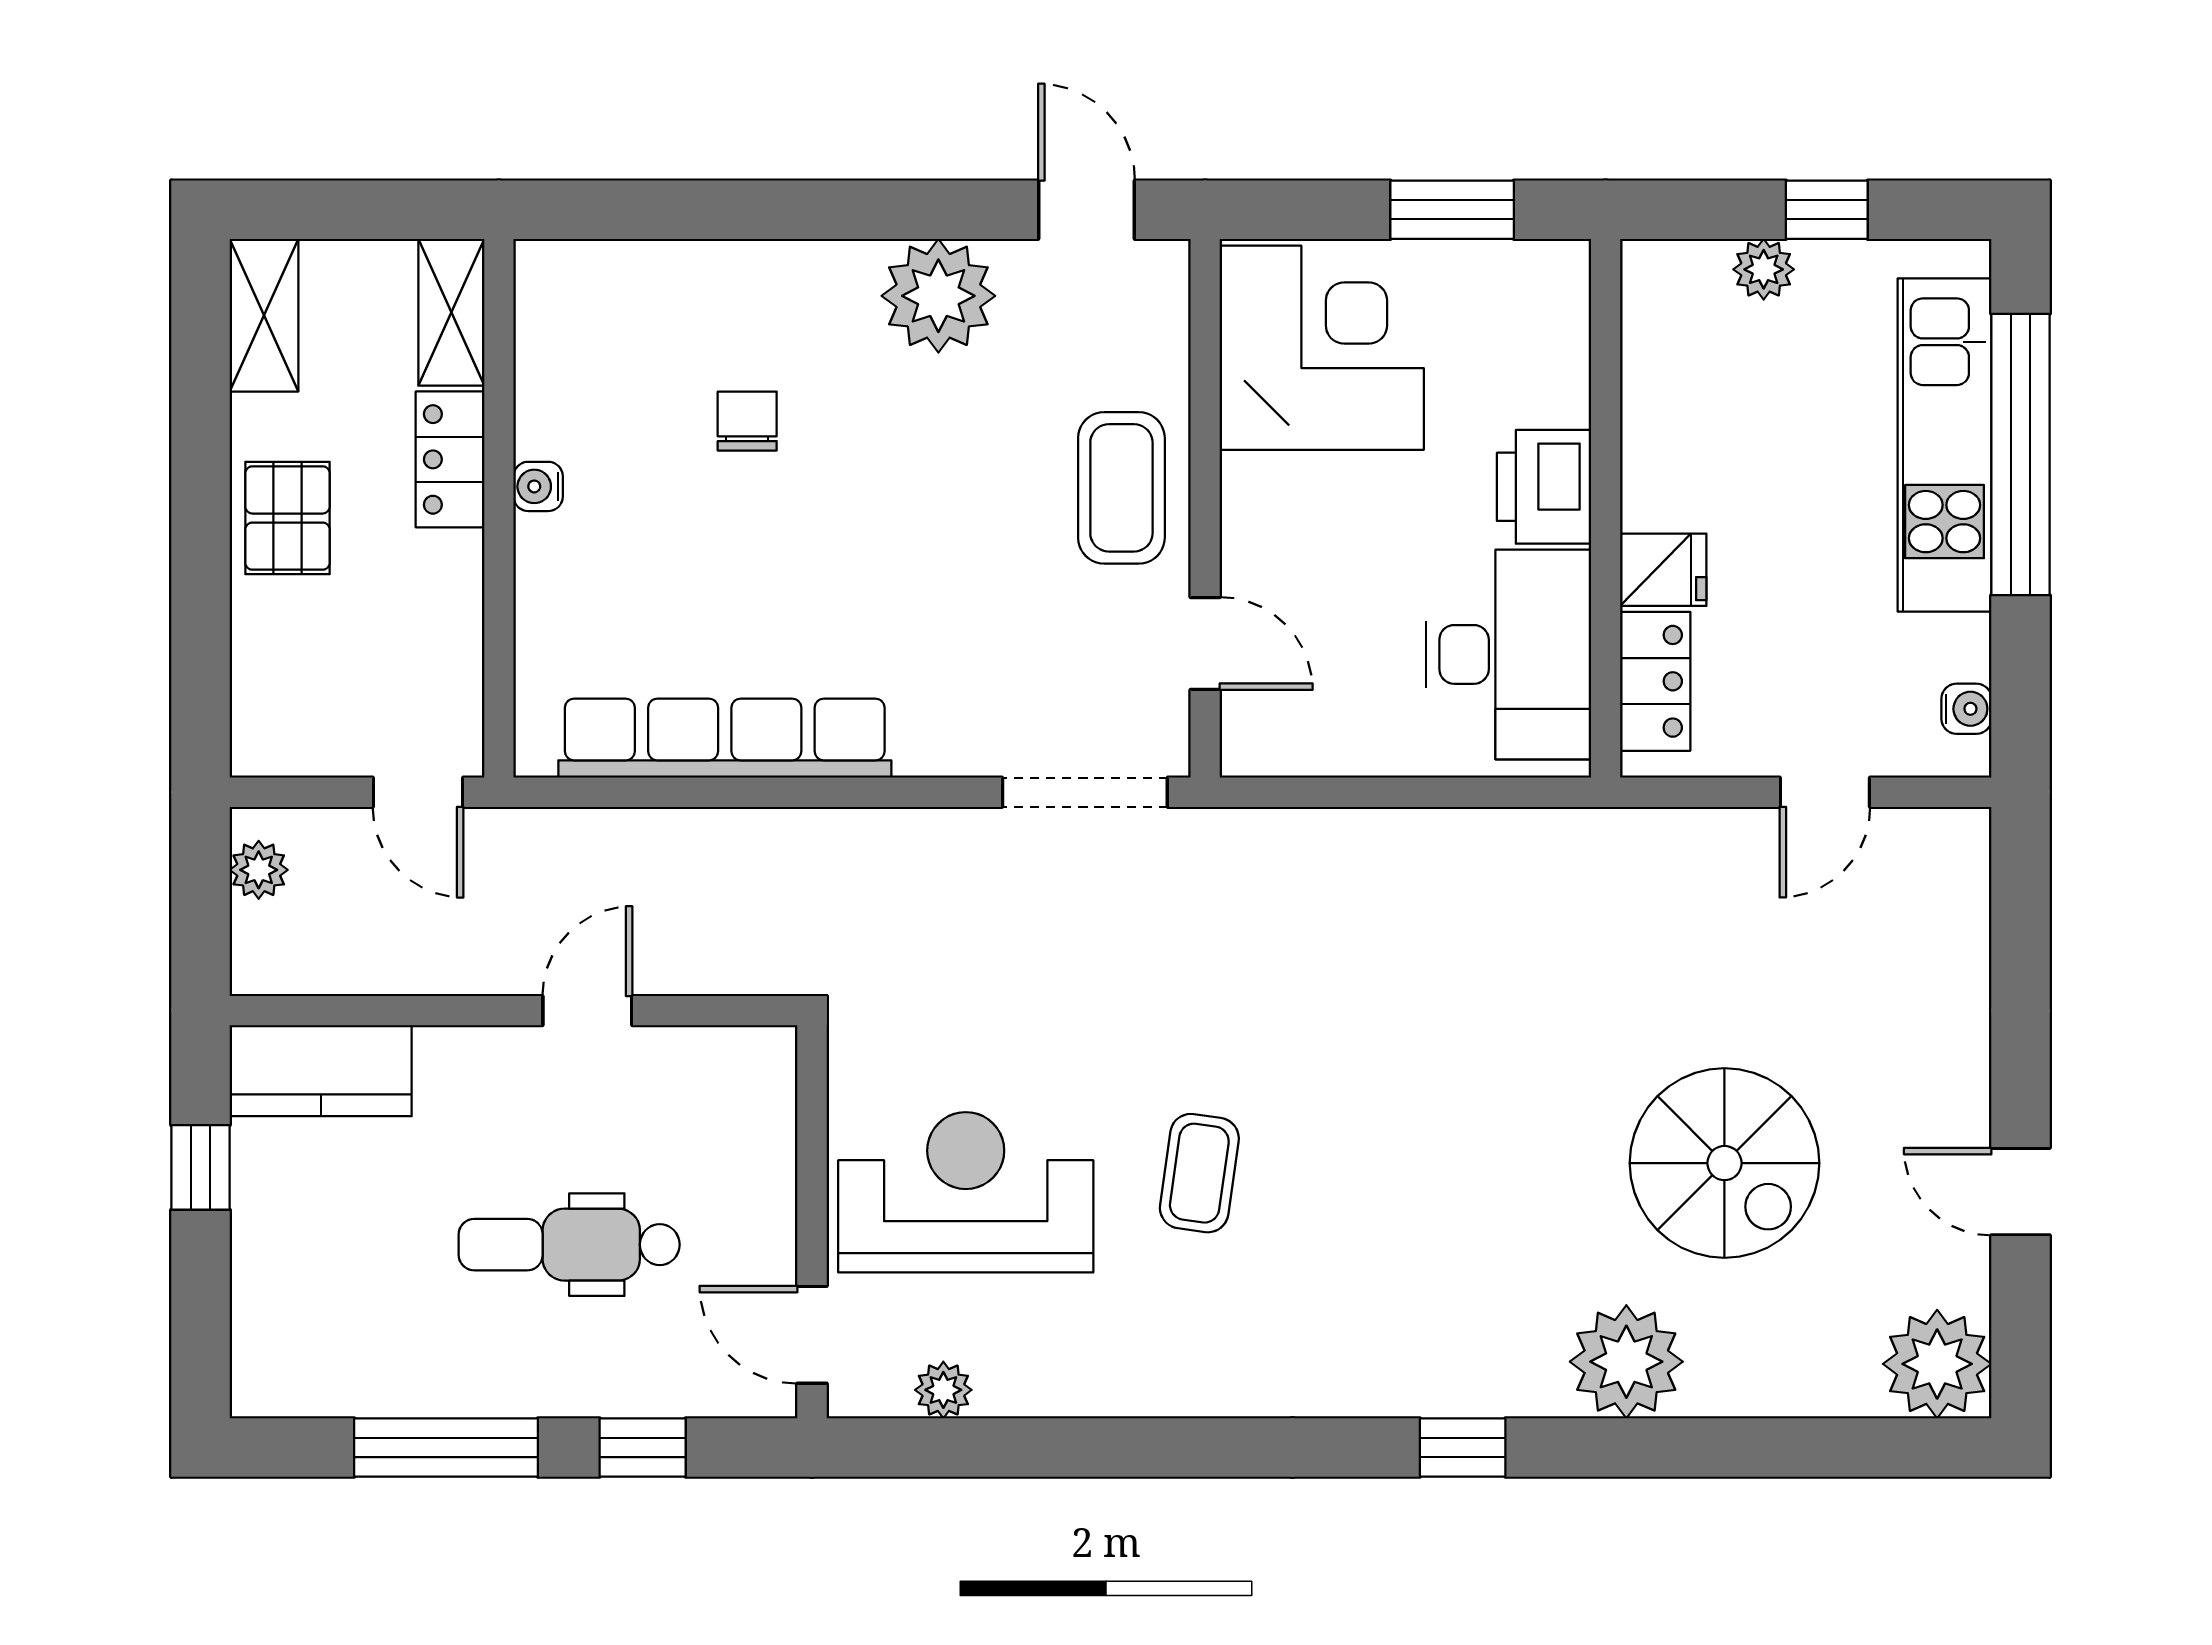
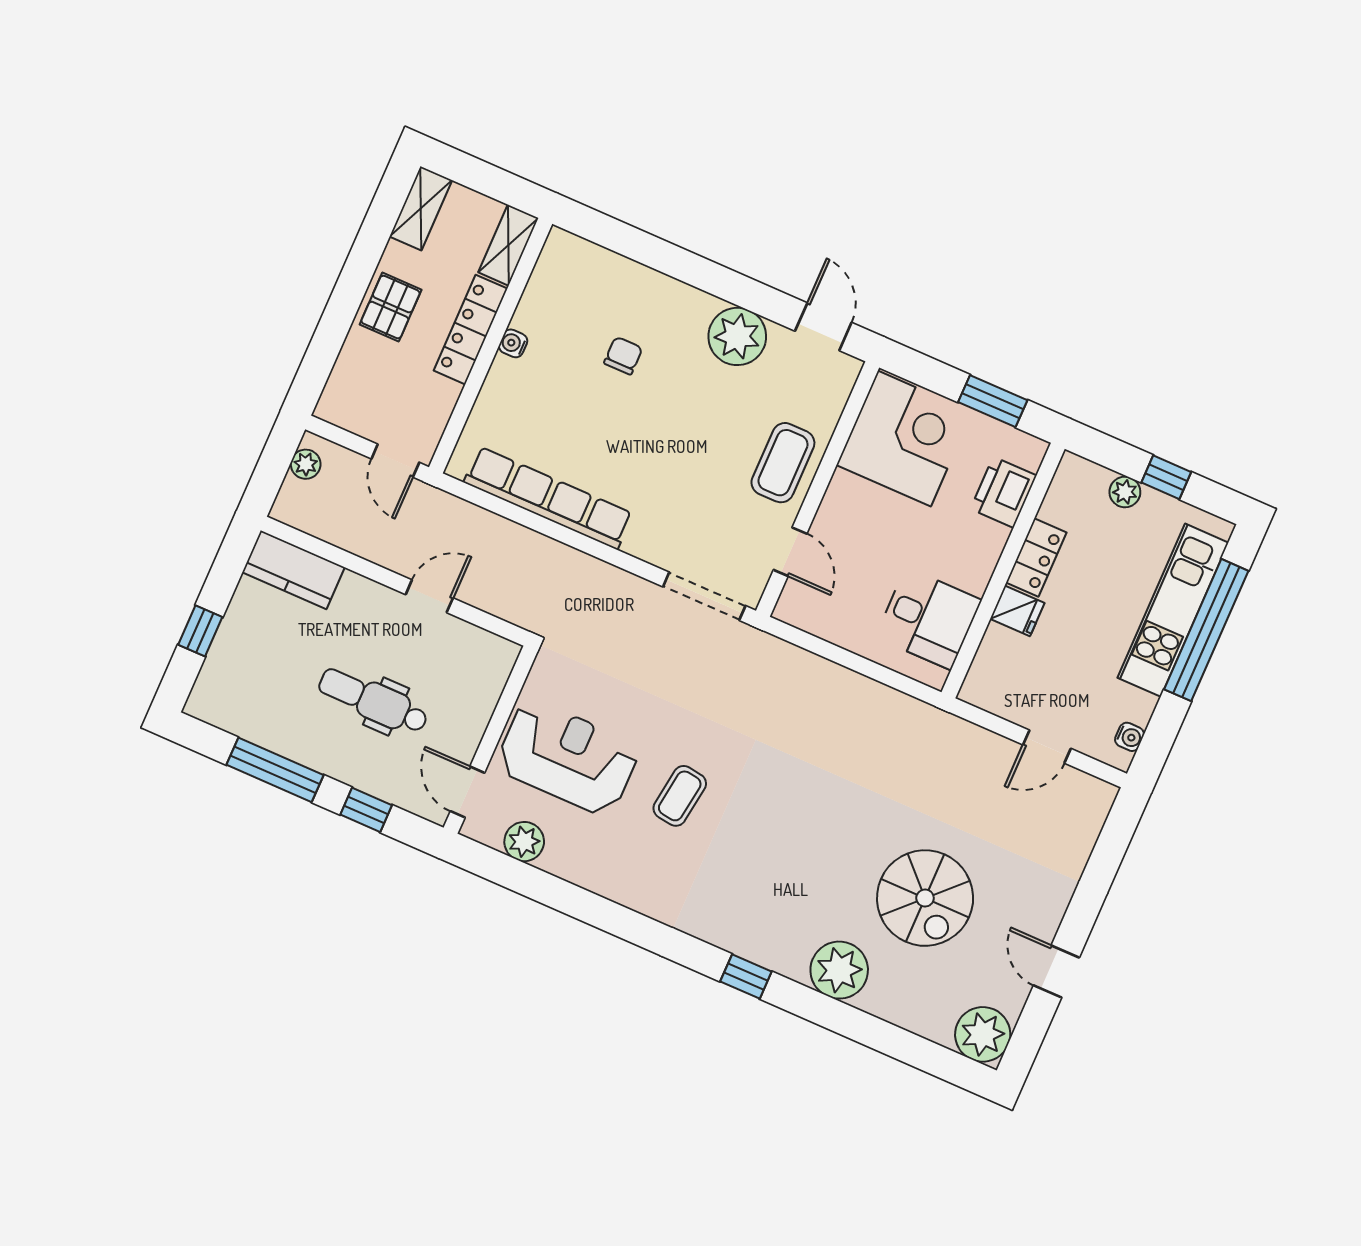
locker: (450, 459) -> (470, 330), width x1.53
printer: (1544, 487) -> (1003, 492), moved
desk: (1509, 654) -> (928, 619), width x0.73
locker: (1655, 681) -> (1036, 558), moved
window: (200, 1167) -> (200, 631), moved
plant: (943, 1390) -> (524, 842), width x1.38, depth x1.38

